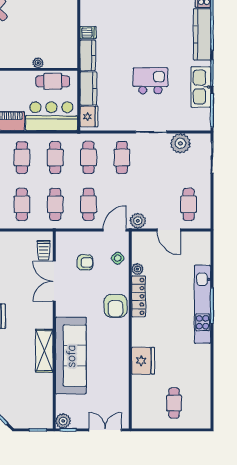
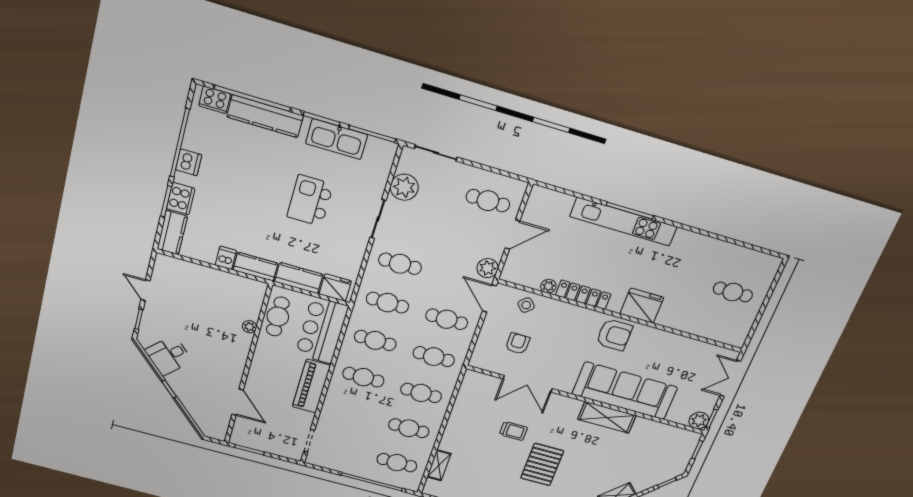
trolley: (44, 250) -> (513, 431), moved
armchair: (116, 306) -> (614, 335), moved
fridge: (143, 361) -> (642, 306), moved

